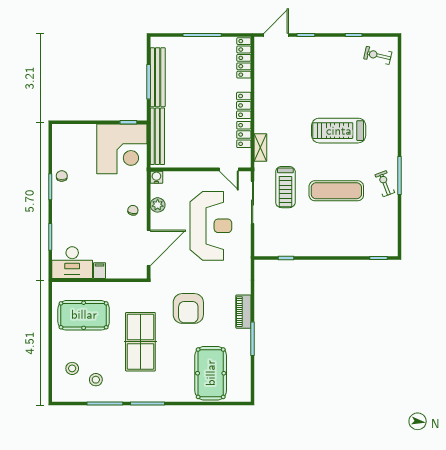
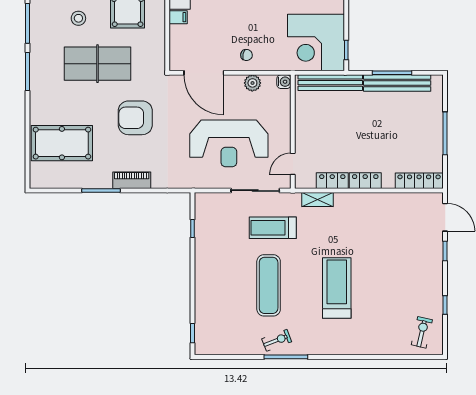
stool: (96, 380) -> (78, 18), moved

